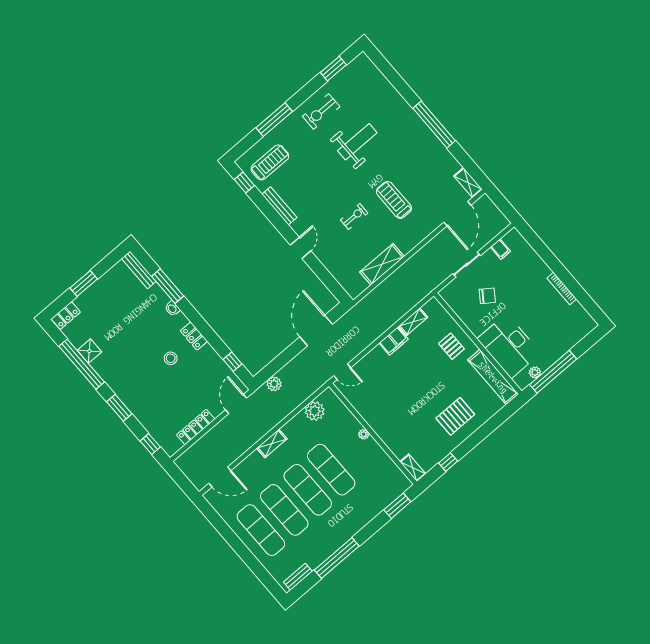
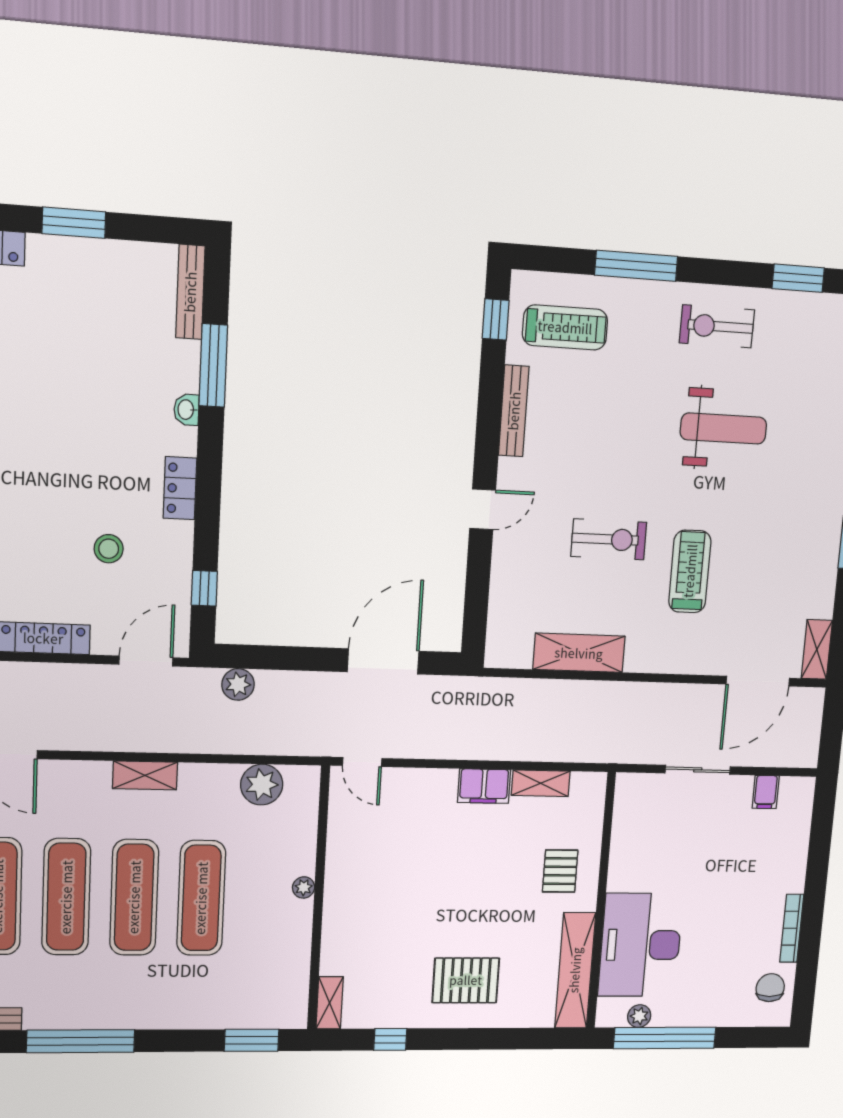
exercise bike: (354, 216) -> (609, 539), width x1.38, depth x1.39
chair: (487, 296) -> (770, 988), moved, turned -125
stool: (171, 358) -> (109, 549), moved

